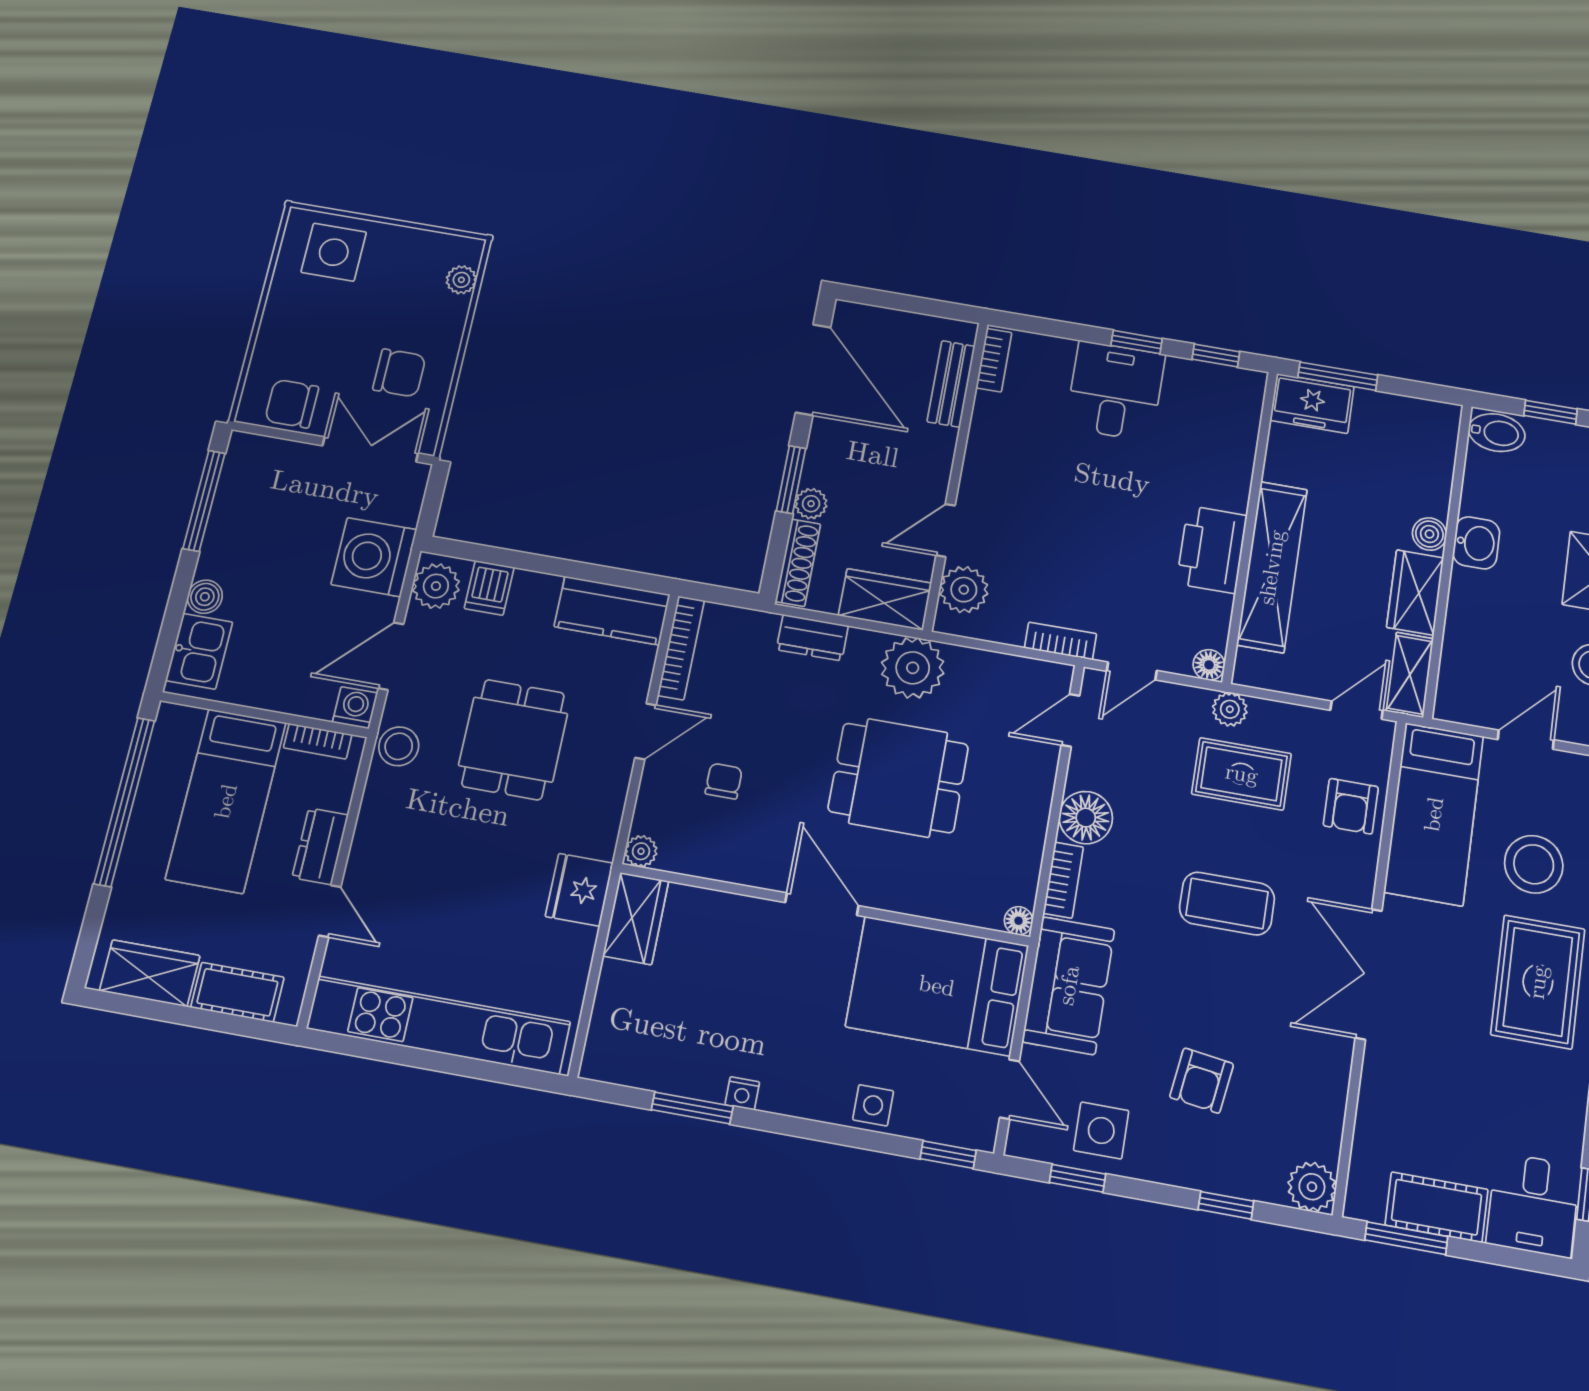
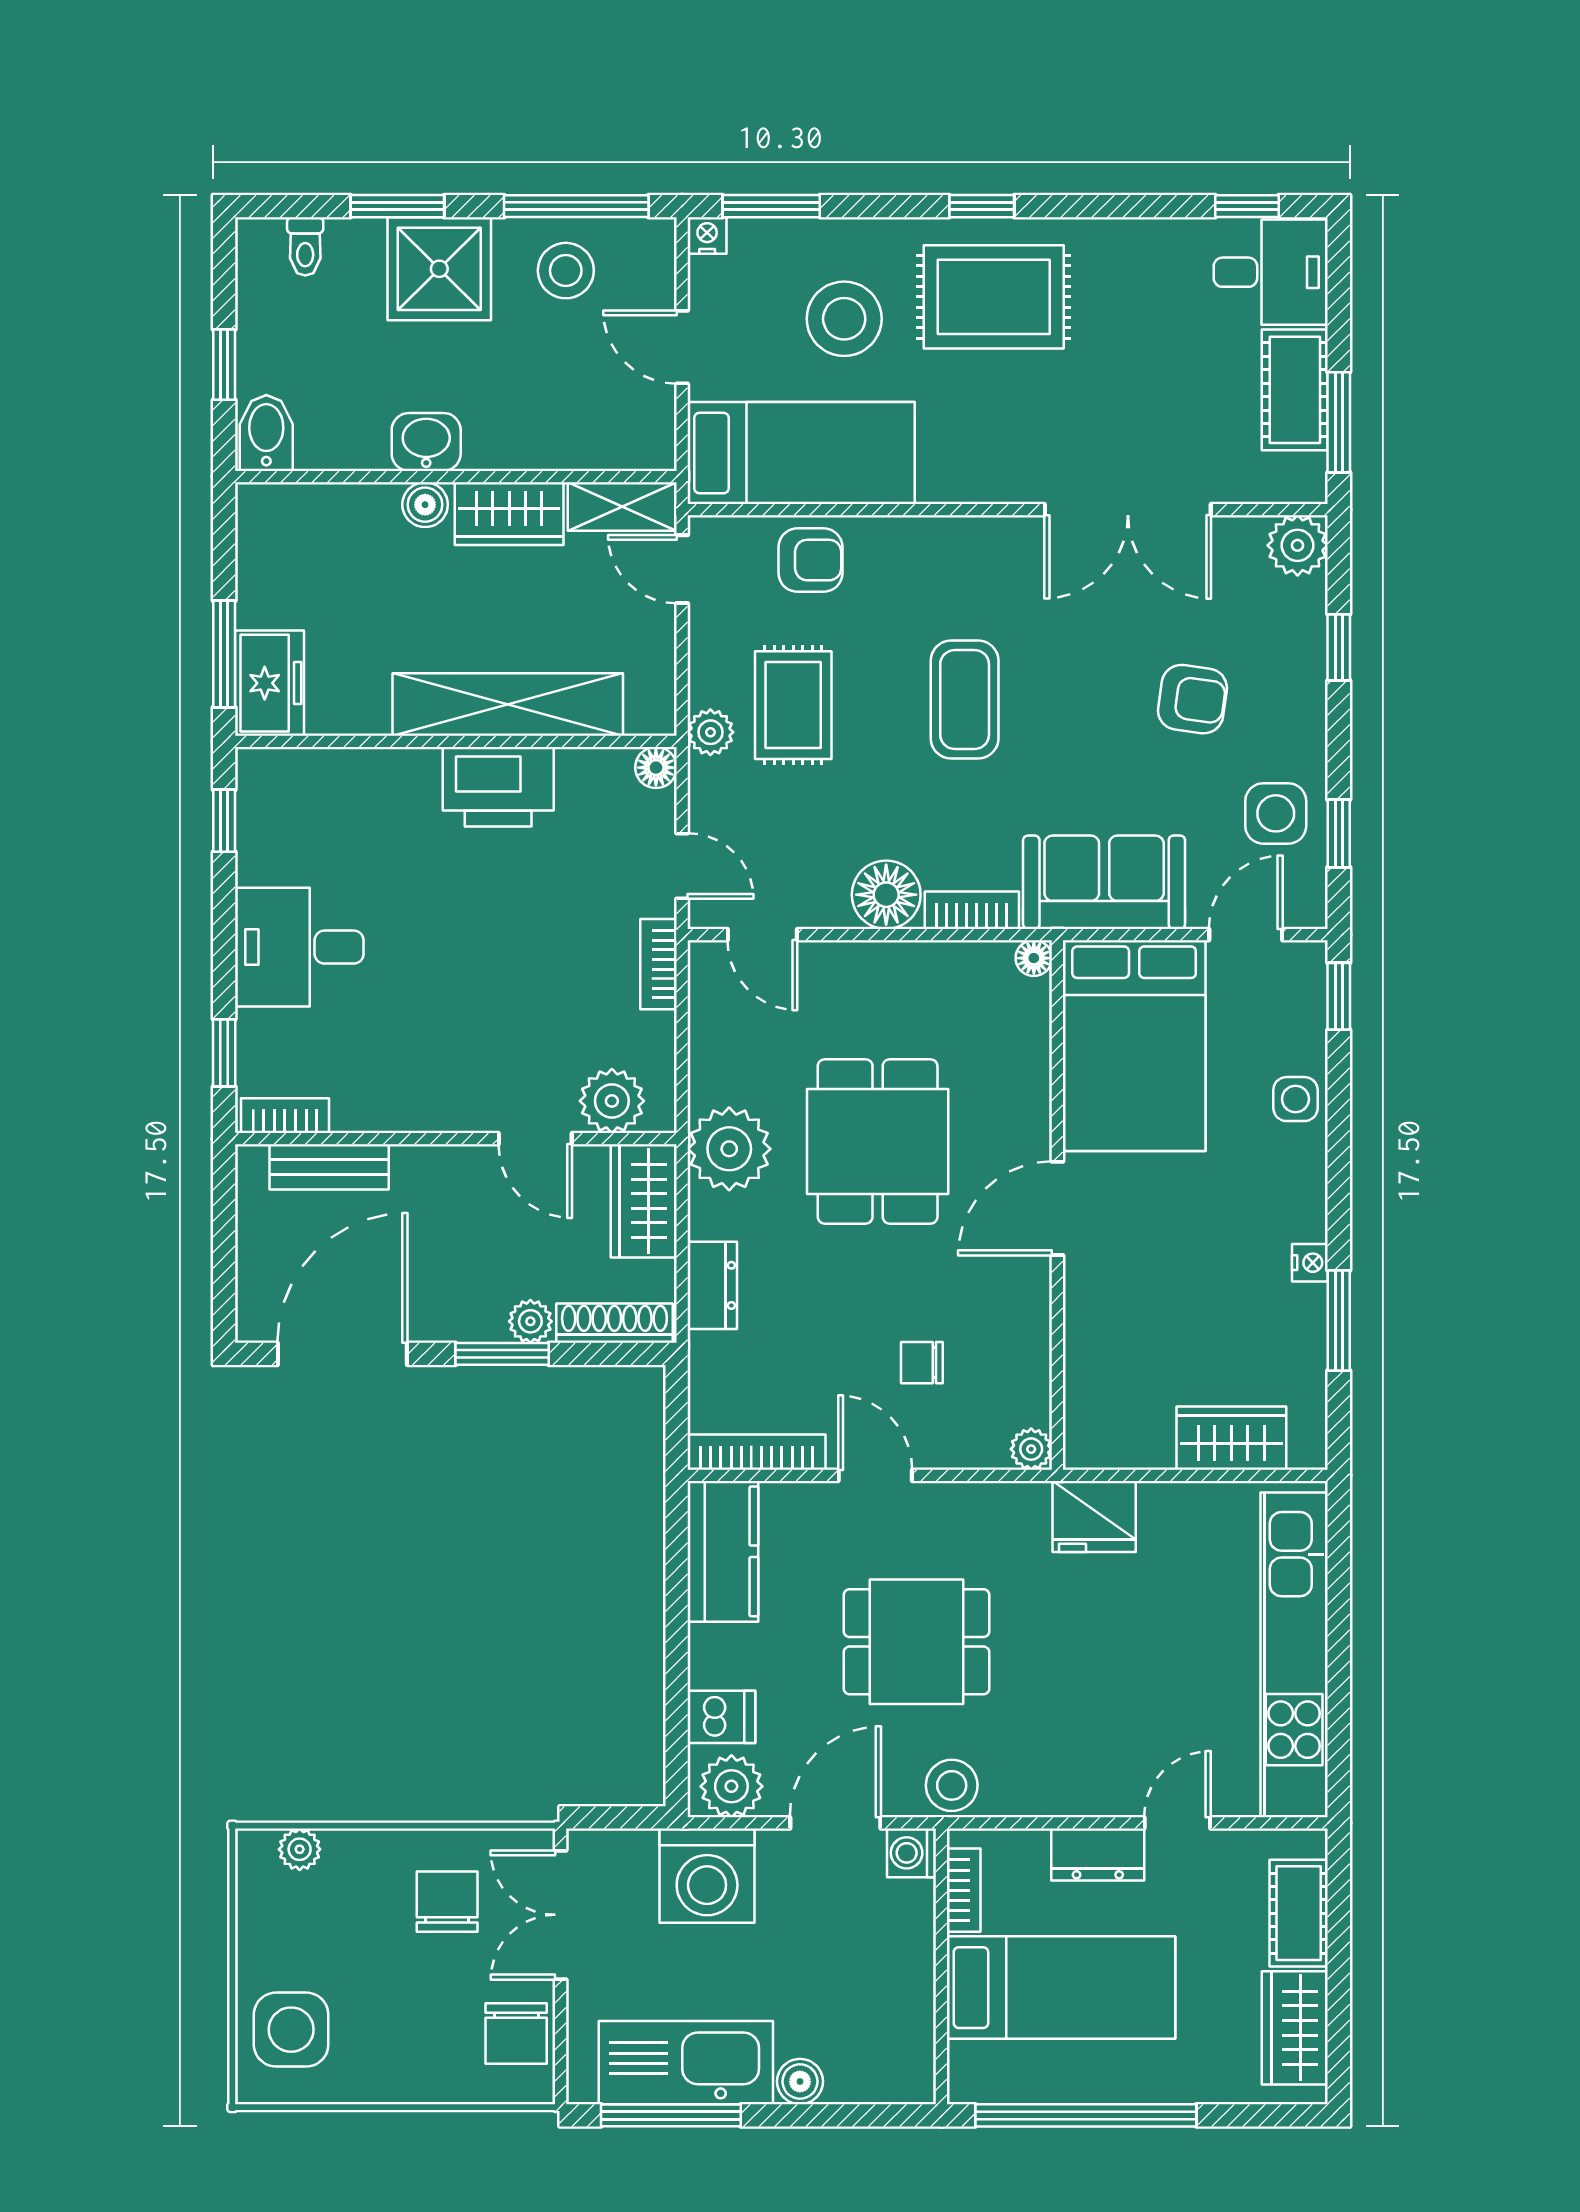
window: (1137, 342) -> (224, 1053), moved
kitchen sink: (199, 651) -> (686, 2063), moved, width x1.87, depth x1.24
door: (391, 656) -> (835, 1823), swing flipped
wardrobe: (636, 918) -> (1231, 1438), moved
double door: (1369, 974) -> (1128, 510), moved

